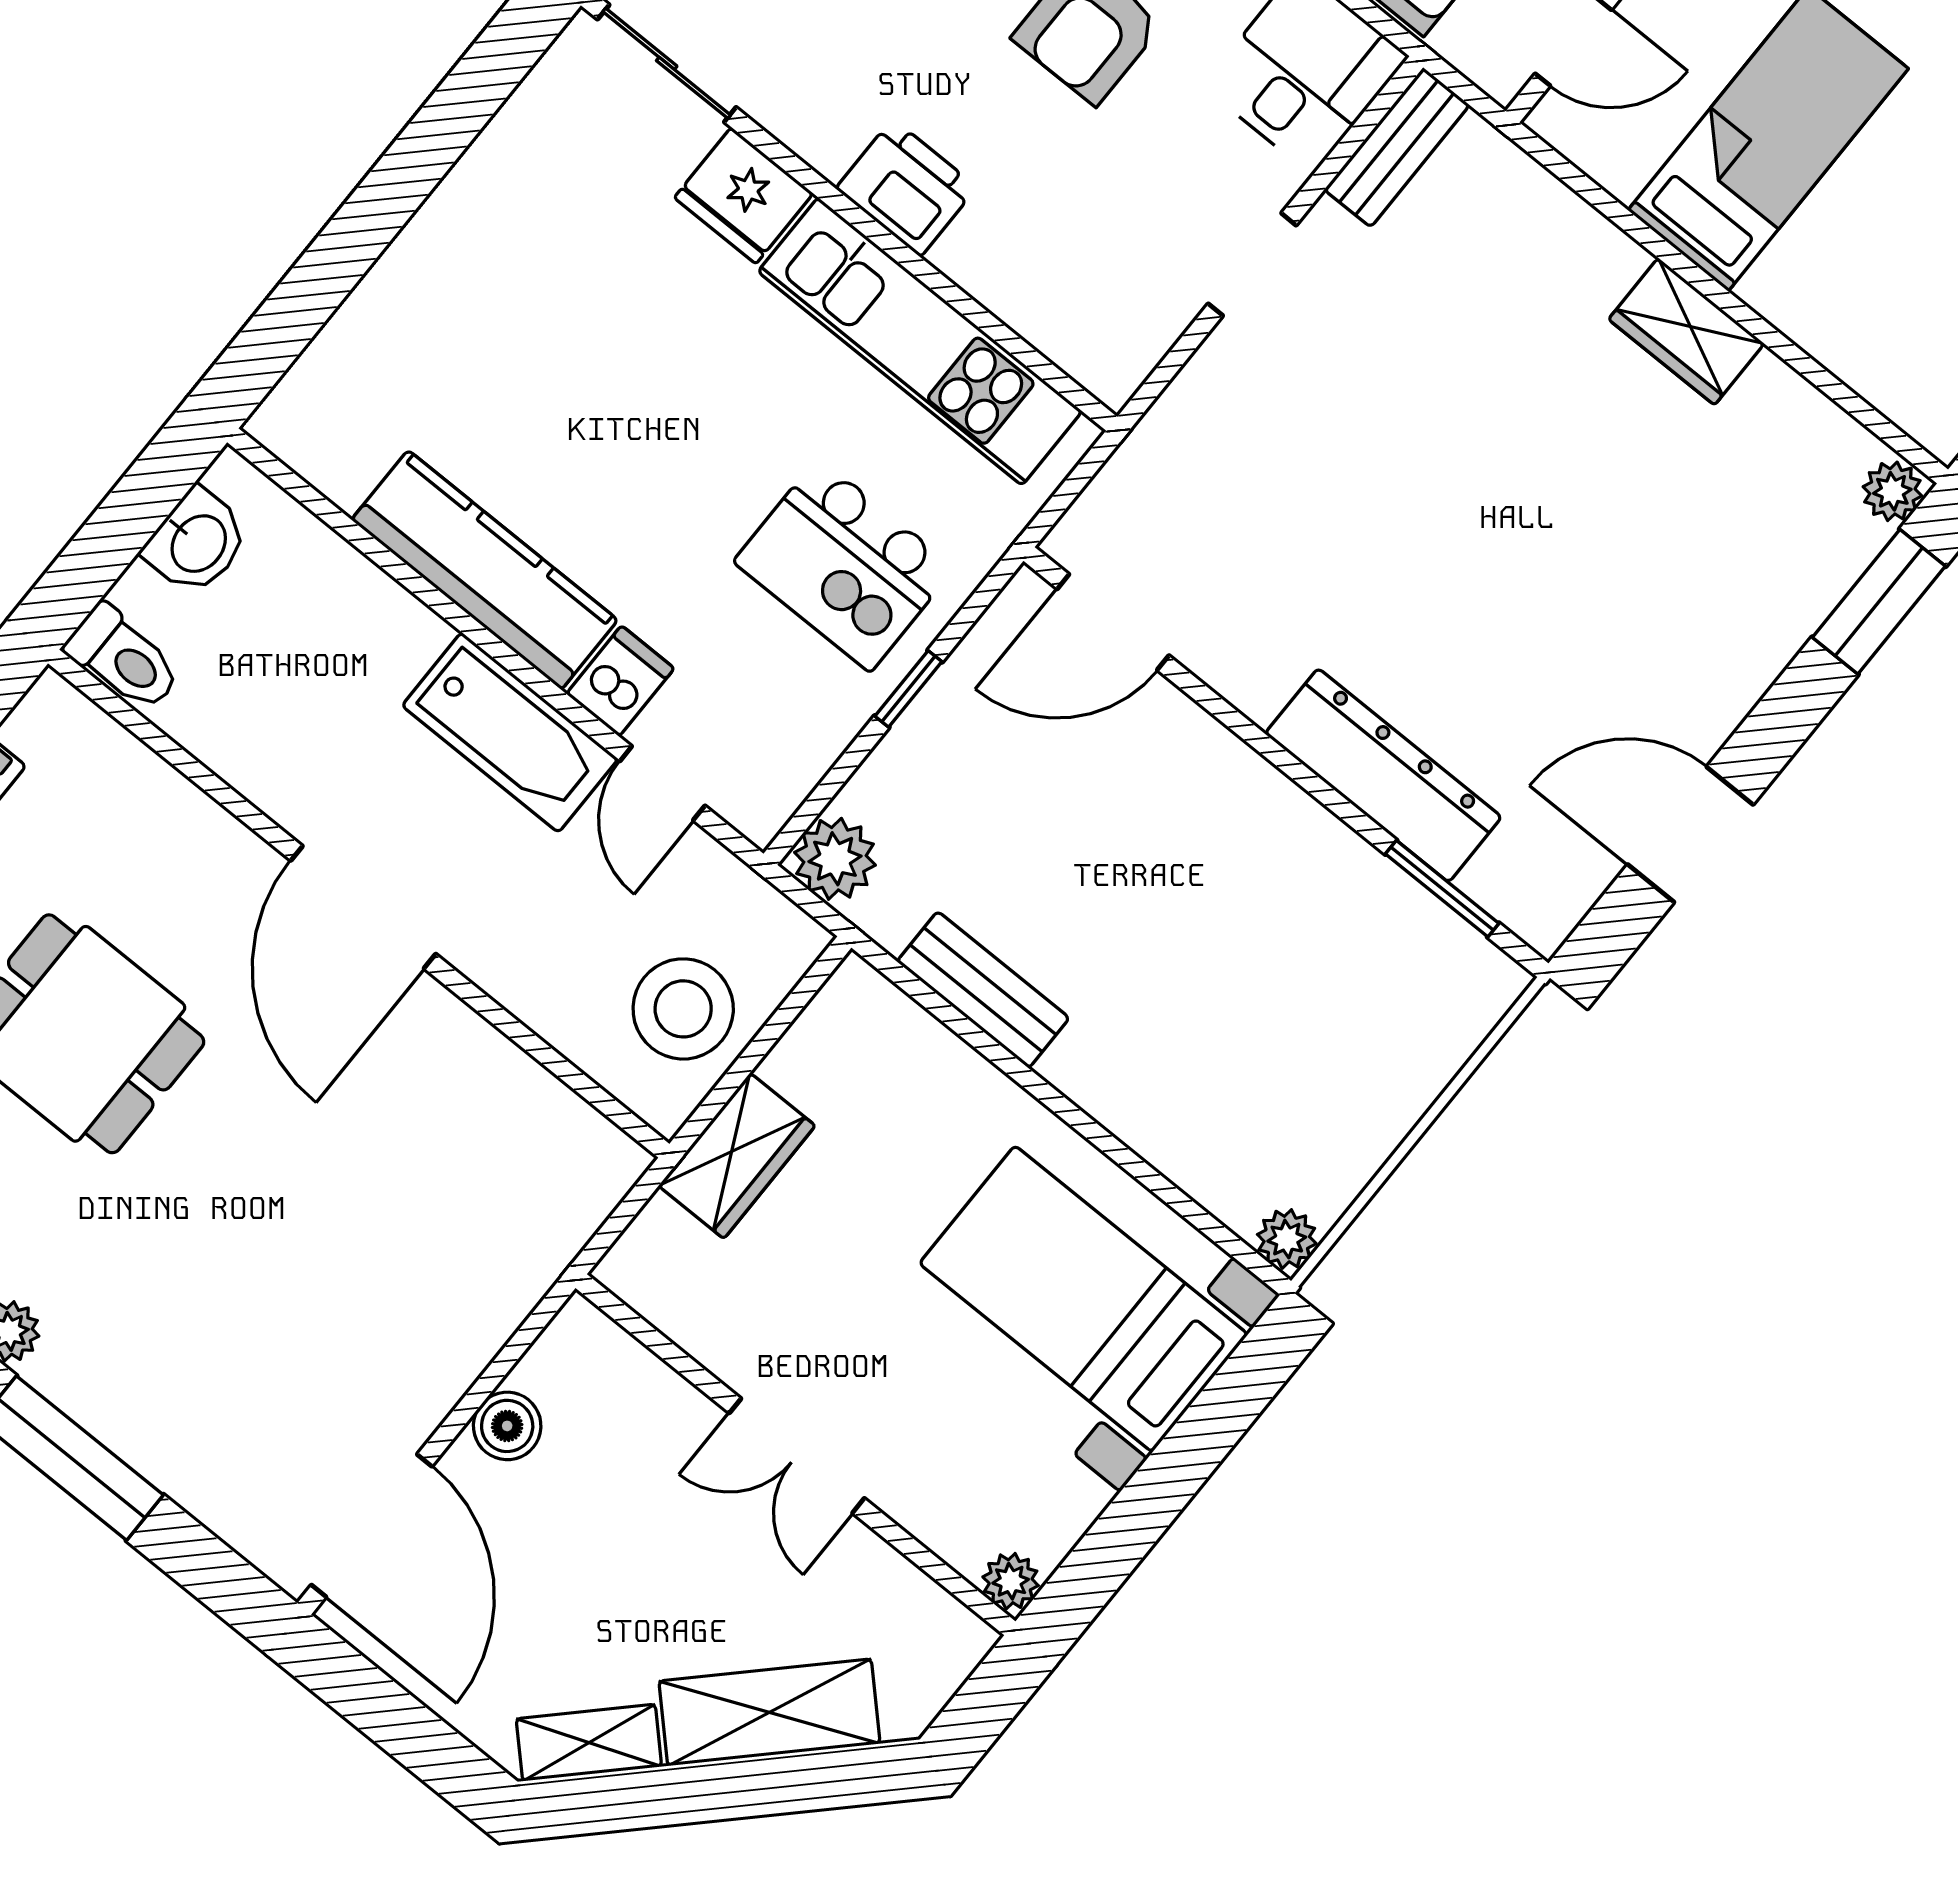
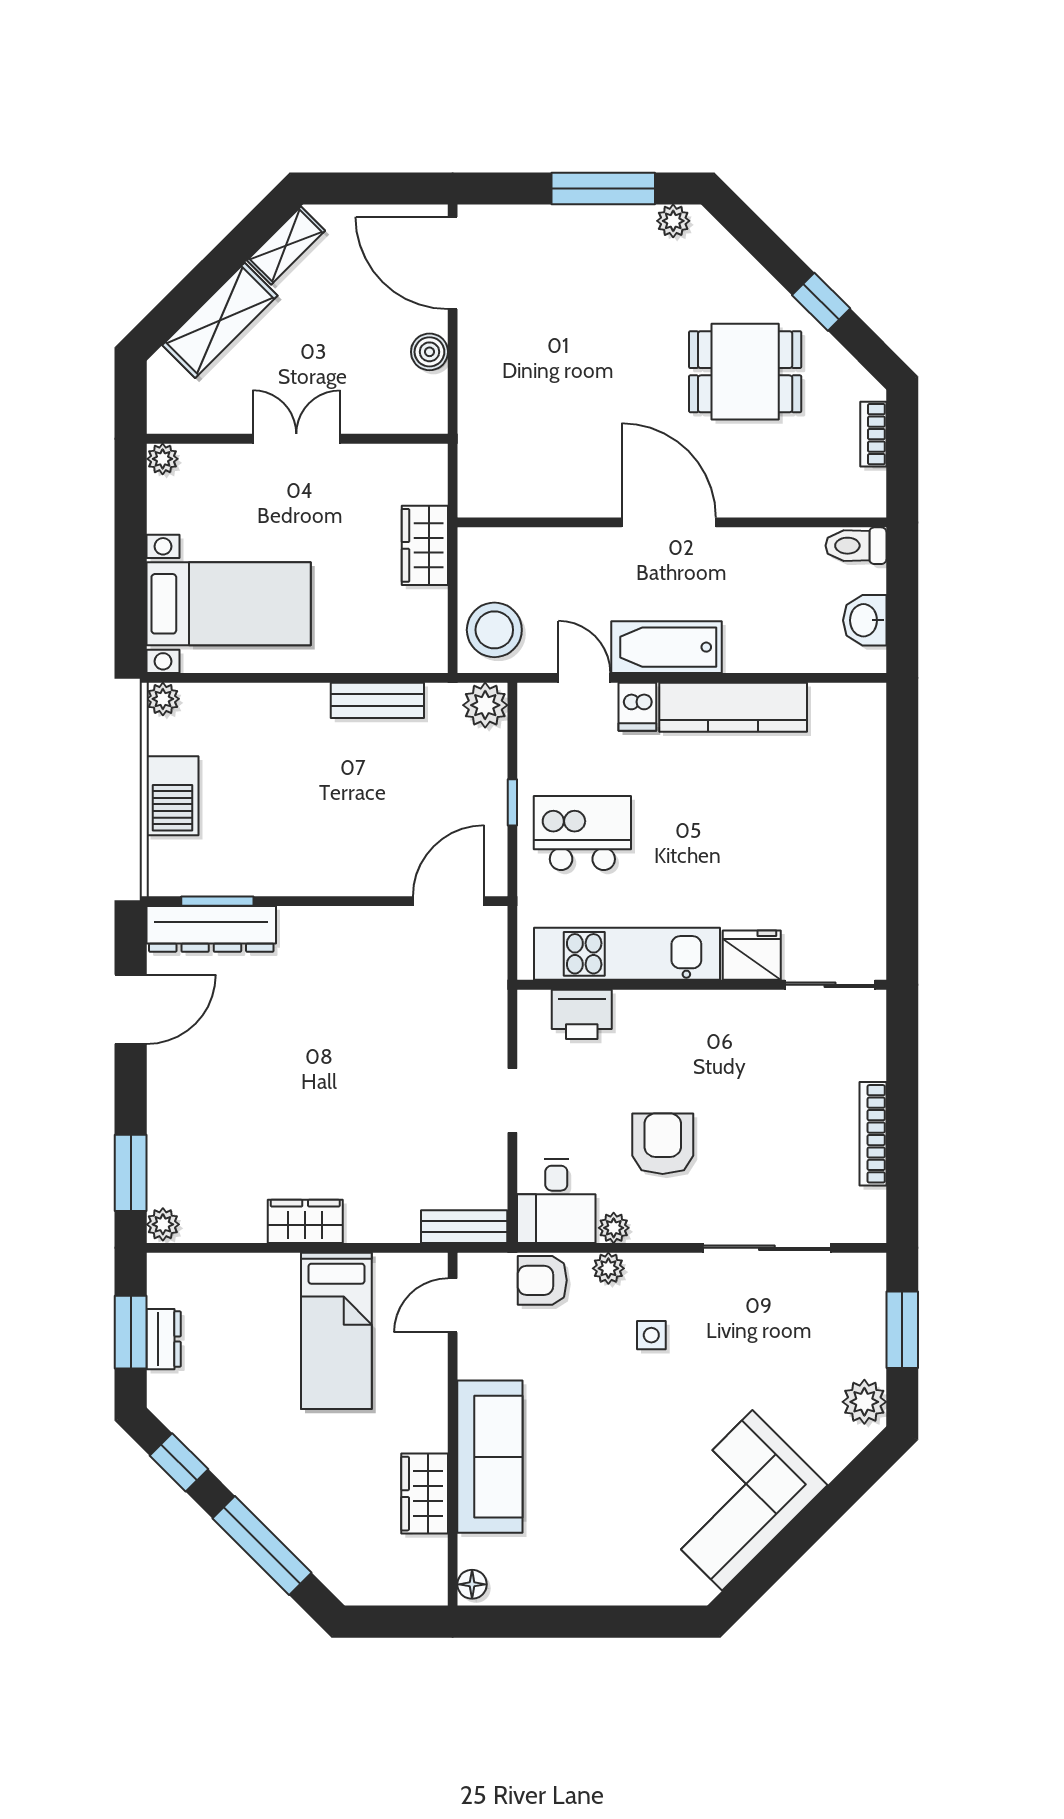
bench: (1397, 147) -> (464, 1227), moved, turned 90
printer: (906, 188) -> (582, 1014), moved
dresser: (1383, 775) -> (211, 929), moved
stool: (683, 1009) -> (494, 630), moved
barbecue: (1385, 1090) -> (172, 796), added

